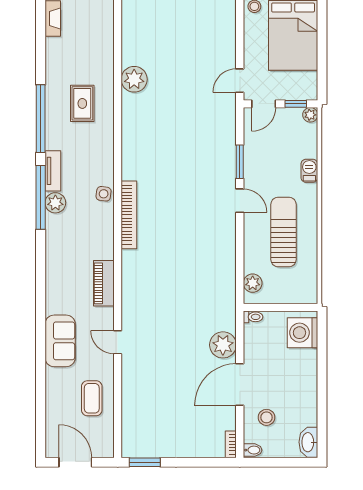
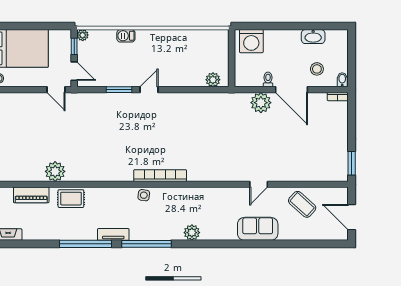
rug: (82, 103) -> (71, 199), moved
tv unit: (53, 171) -> (113, 234), moved
plant: (55, 203) -> (192, 233), moved
sun lounger: (283, 232) -> (173, 56), removed
piano: (104, 283) -> (31, 195), moved
toilet: (253, 317) -> (268, 79), moved
coffee table: (92, 398) -> (302, 204), turned 42
washbasin: (308, 442) -> (313, 37), moved
door: (75, 462) -> (352, 217), hinge flipped

